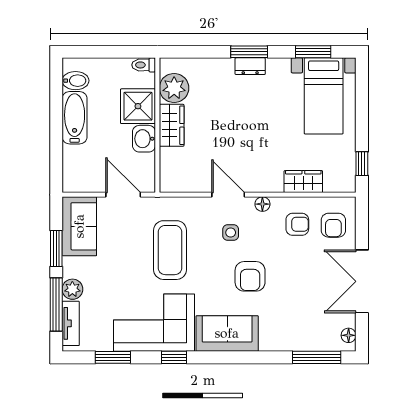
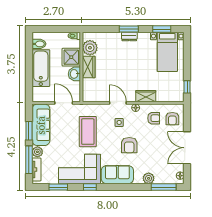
bathtub: (75, 118) -> (41, 68), width x1.36, depth x1.36
wardrobe: (303, 182) -> (146, 96), moved
sofa: (79, 226) -> (41, 125), width x1.36
plant: (287, 341) -> (149, 178), added

